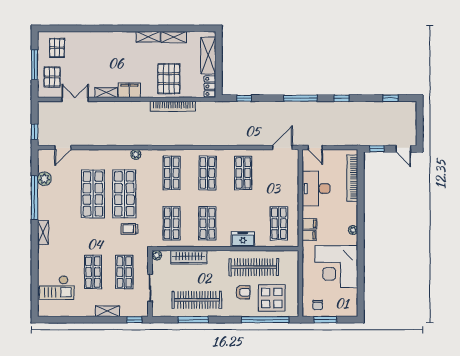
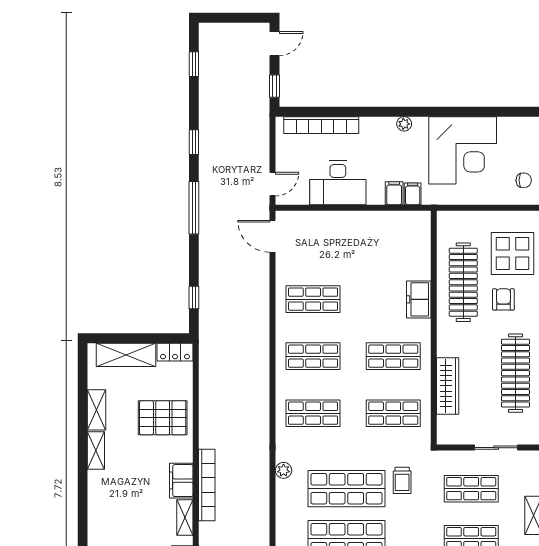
bookcase: (173, 106) -> (207, 485), moved
shop shelf: (279, 223) -> (393, 242), removed
plant: (157, 255) -> (444, 437), removed

